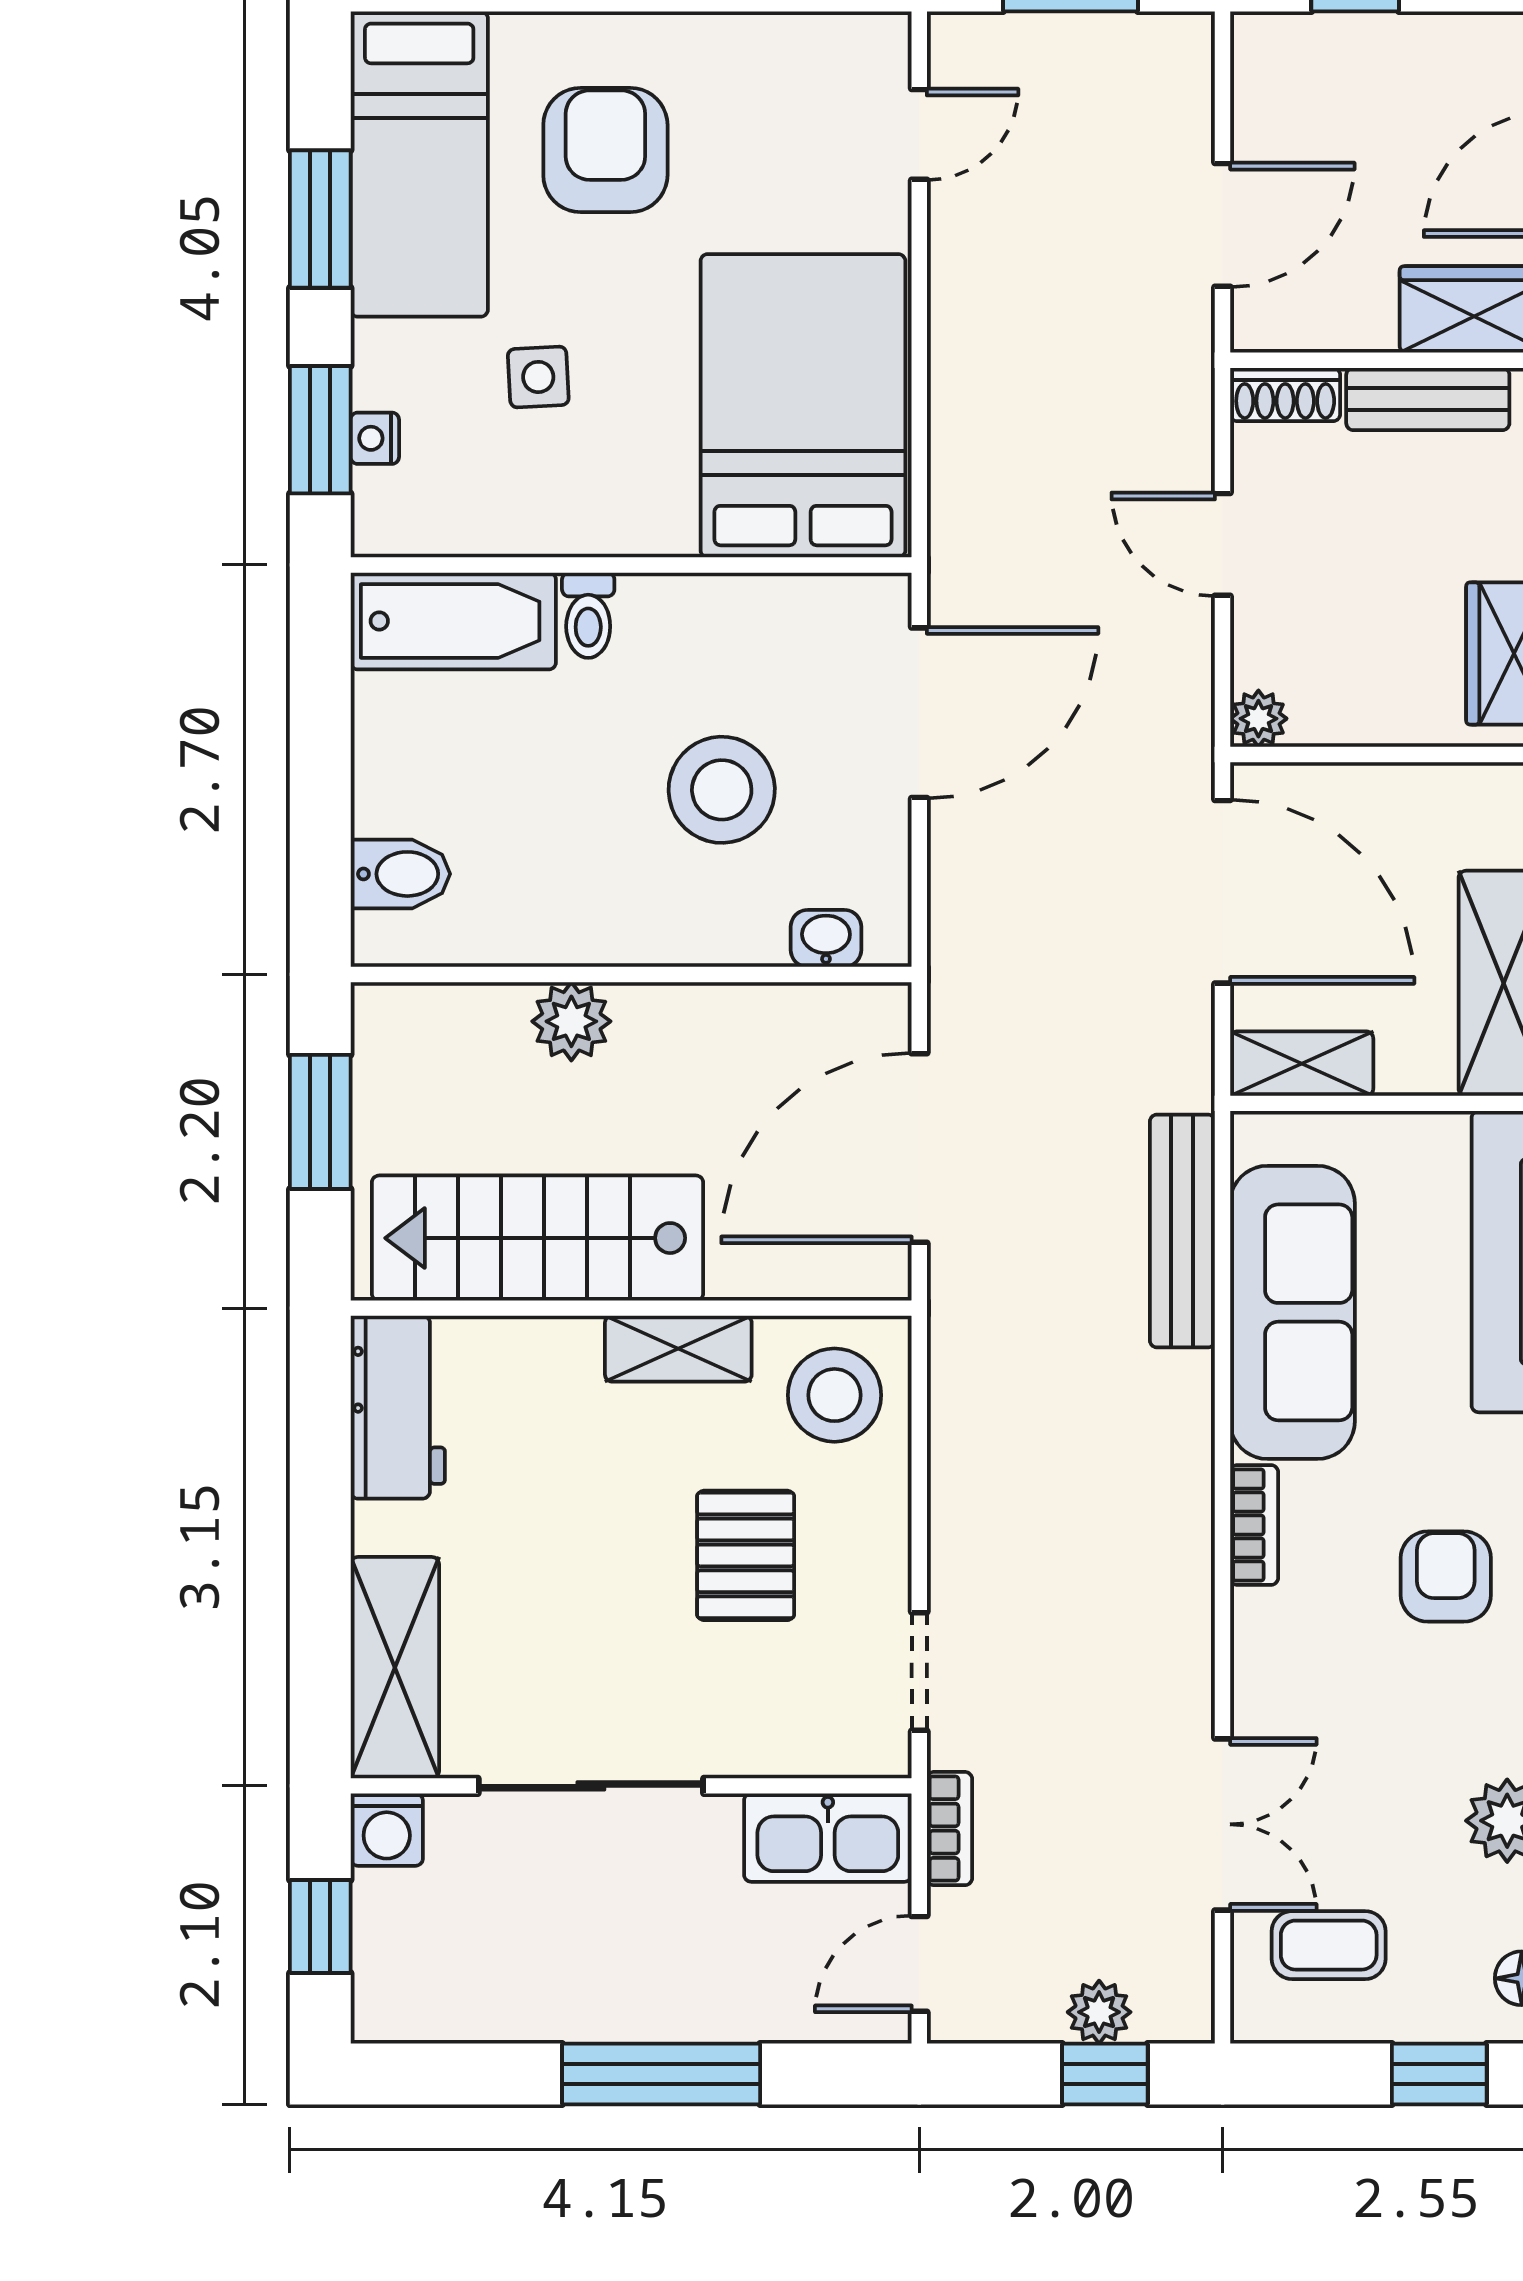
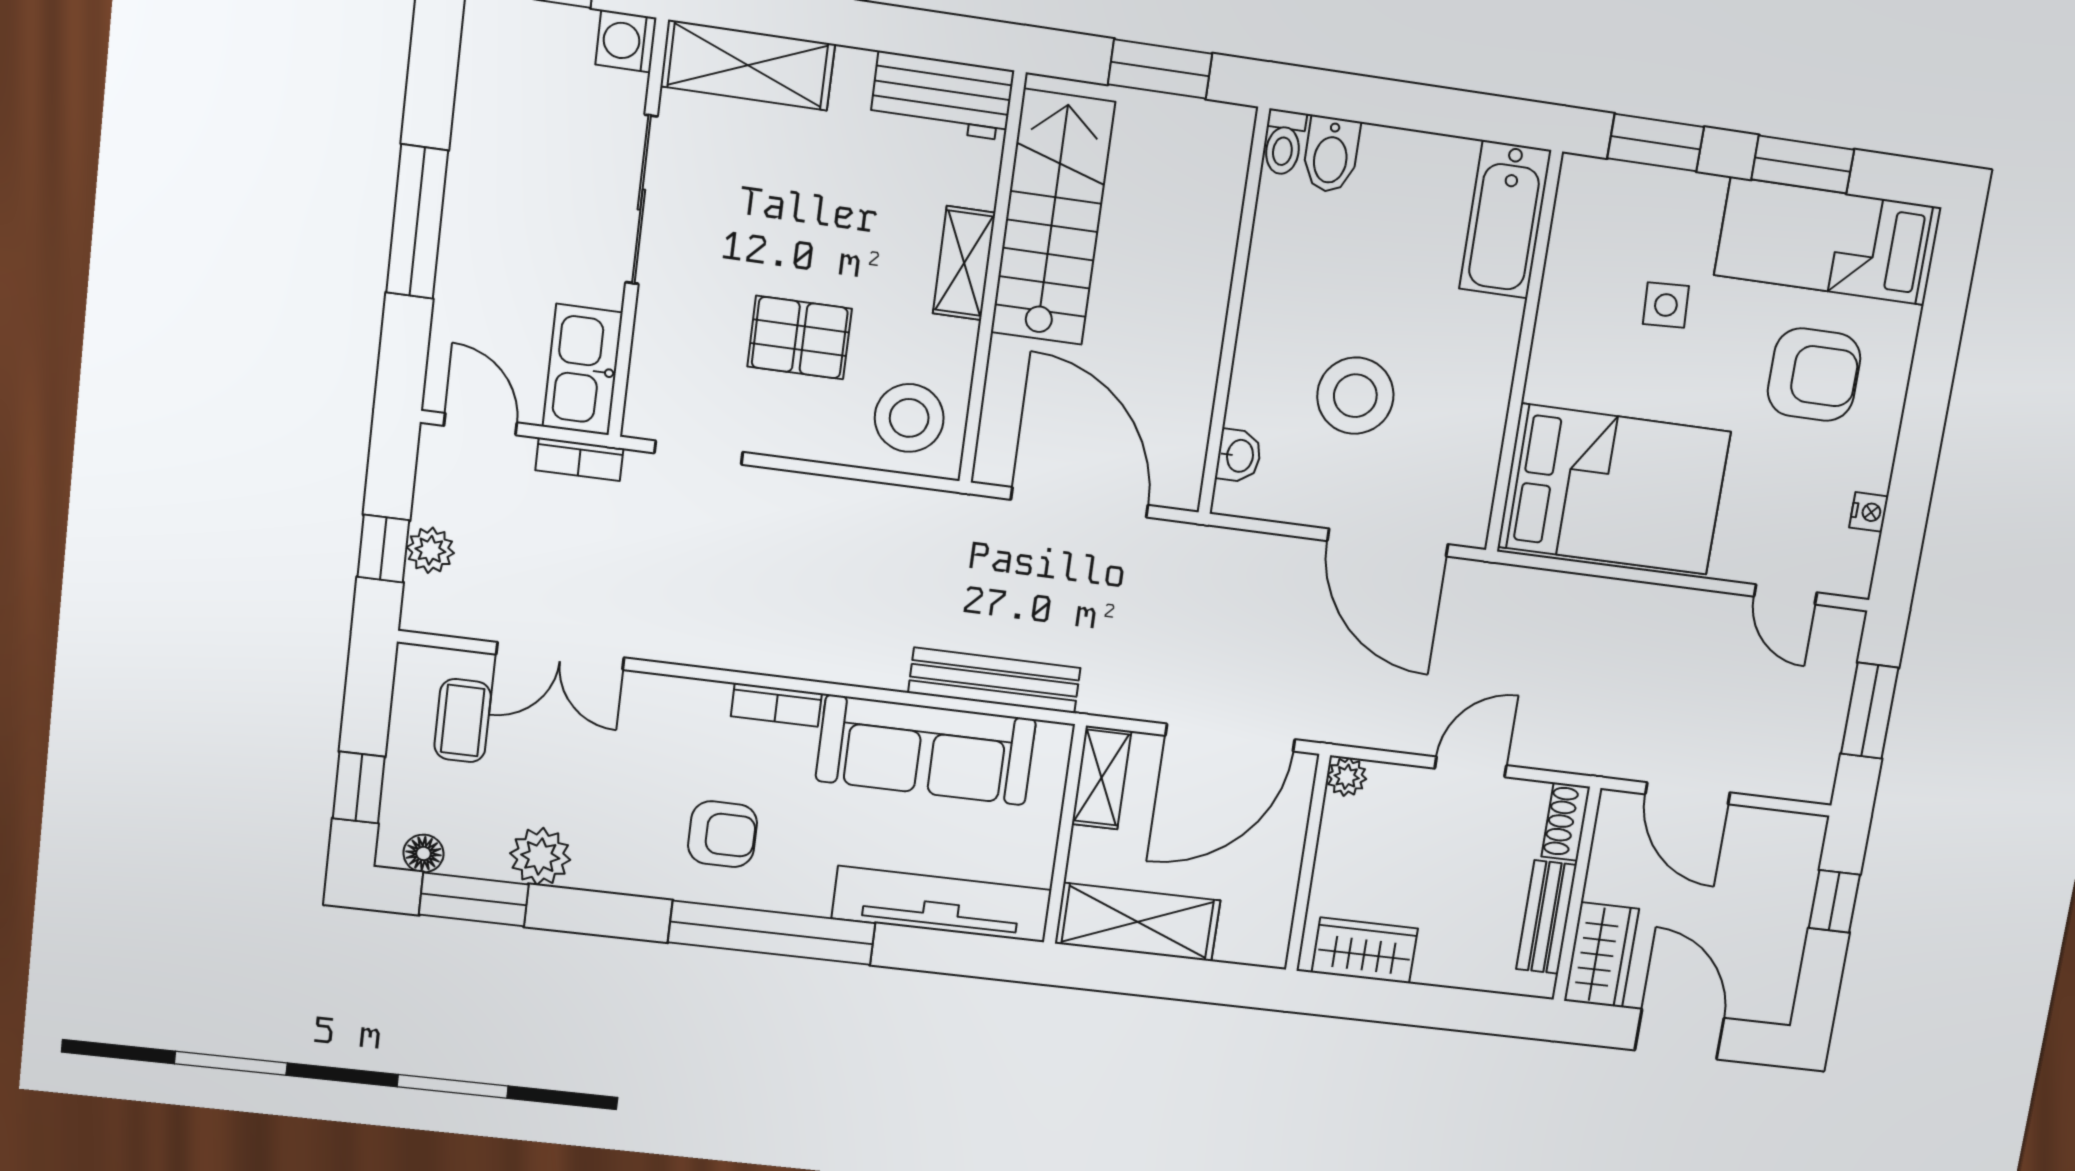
nightstand: (375, 438) -> (1869, 512), moved, turned 90
toilet: (588, 615) -> (1284, 142), moved, turned -90
plant: (571, 1021) -> (1206, 264), removed
shelving: (678, 1349) -> (964, 263), moved

